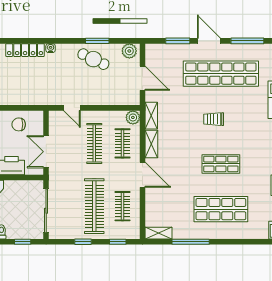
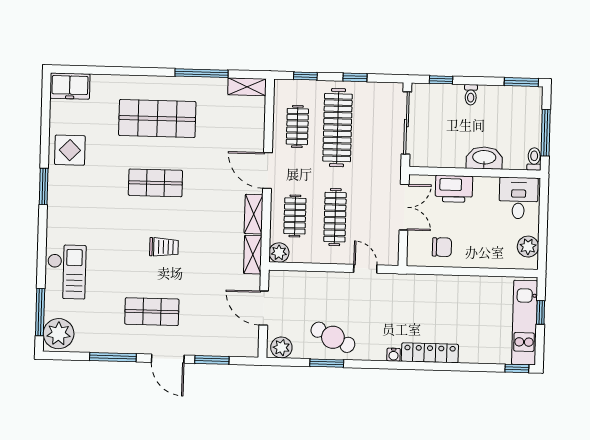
shop shelf: (221, 74) -> (152, 312), width x0.50, depth x0.74

